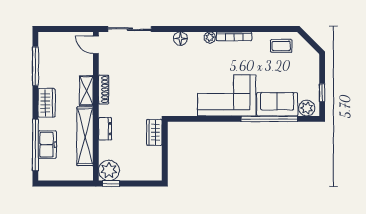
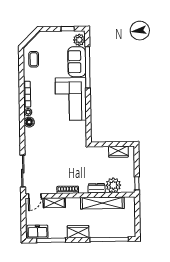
floor lamp: (180, 39) -> (29, 122), moved
shelving: (86, 91) -> (54, 203), moved
wardrobe: (154, 132) -> (118, 152), moved
freezer: (47, 145) -> (38, 232), moved
plant: (109, 170) -> (113, 185), moved

